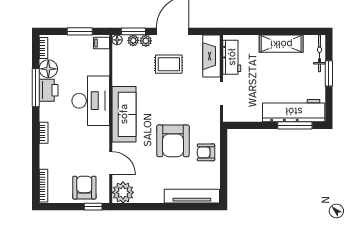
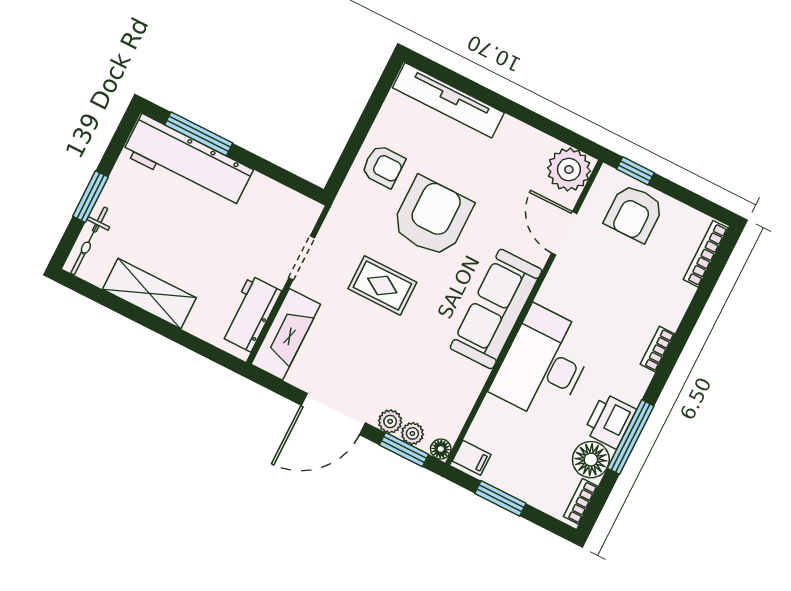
rug: (169, 64) -> (382, 286), moved

